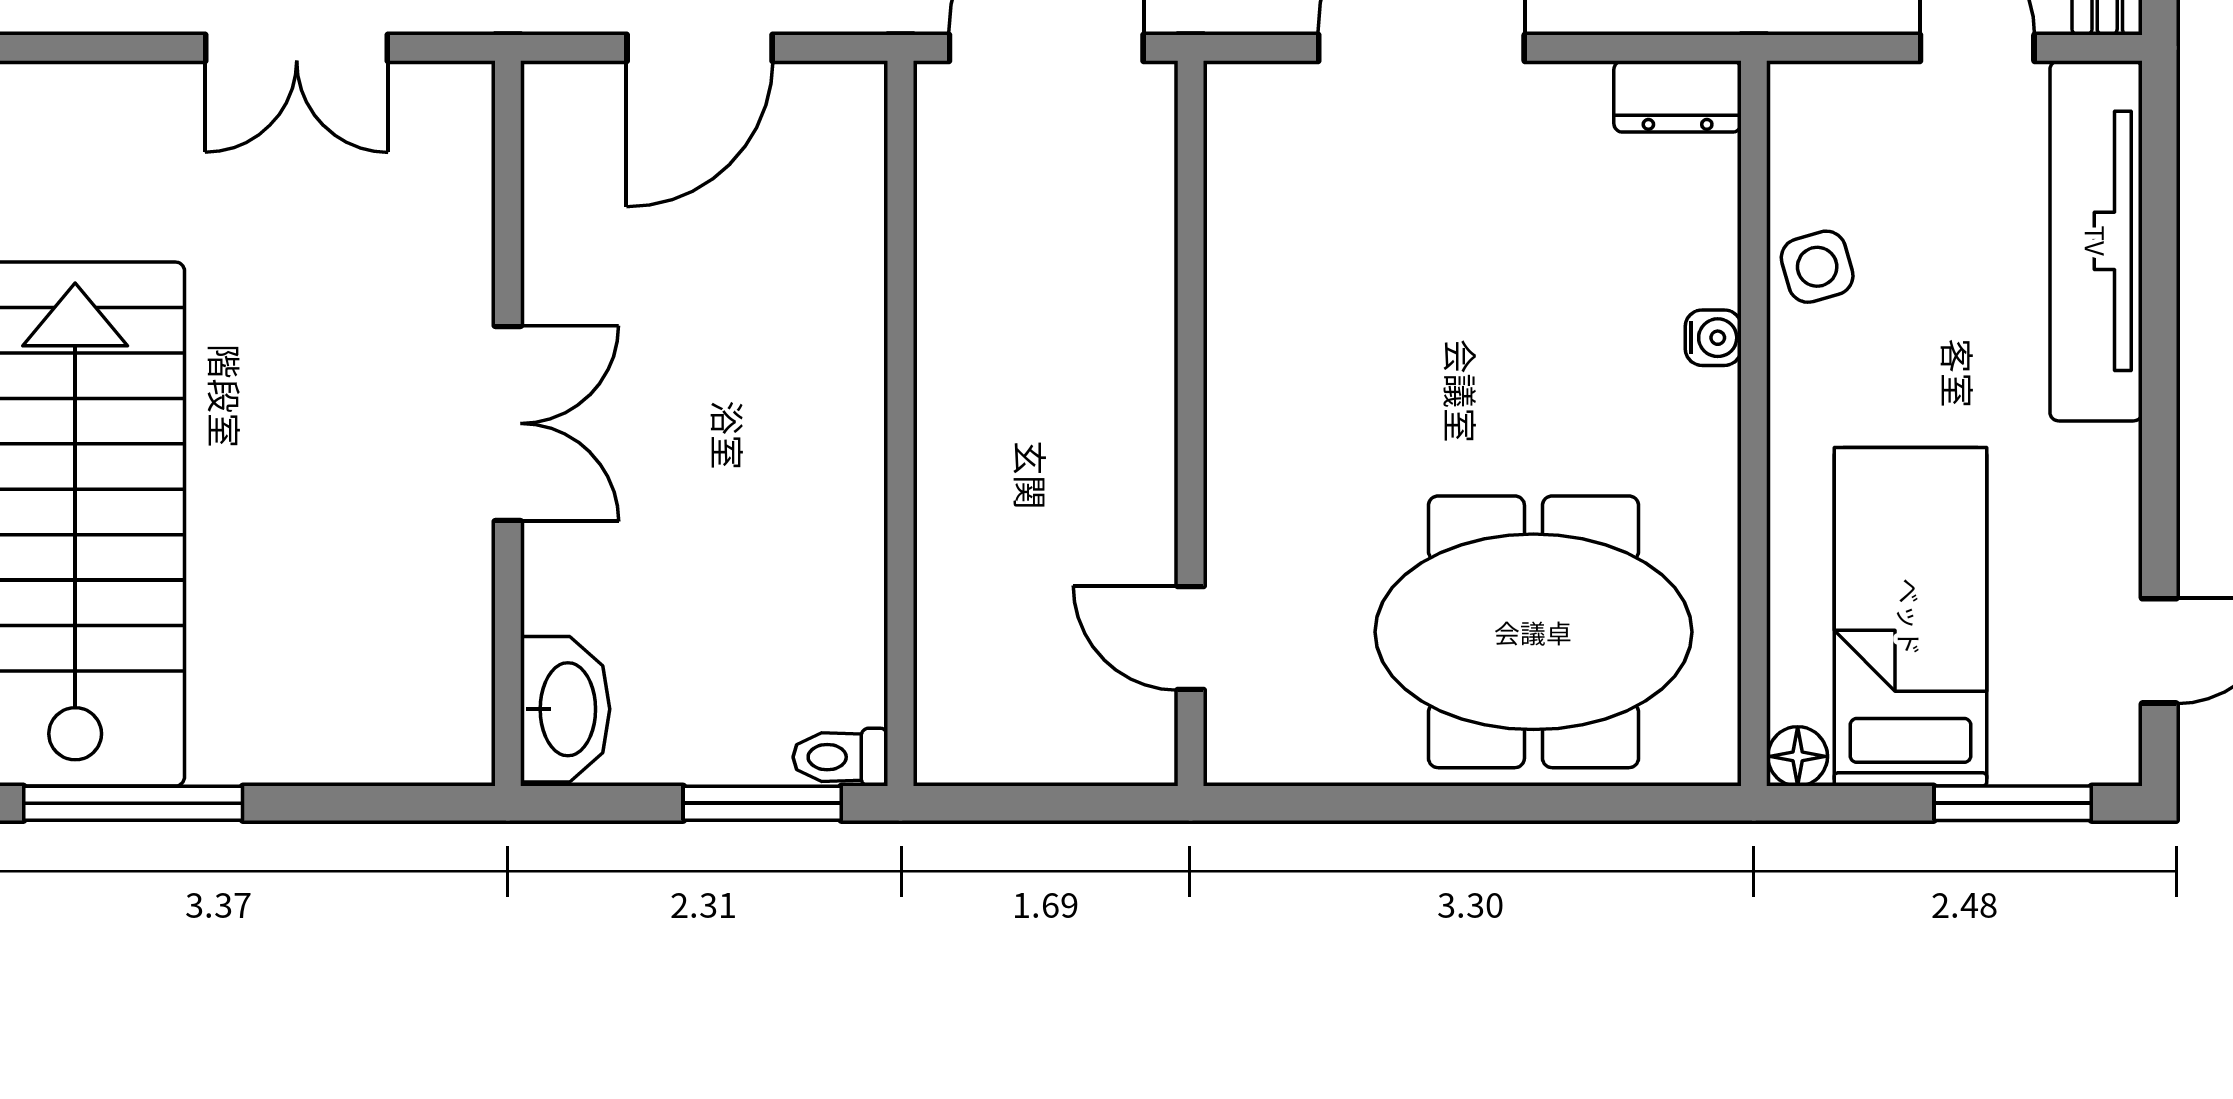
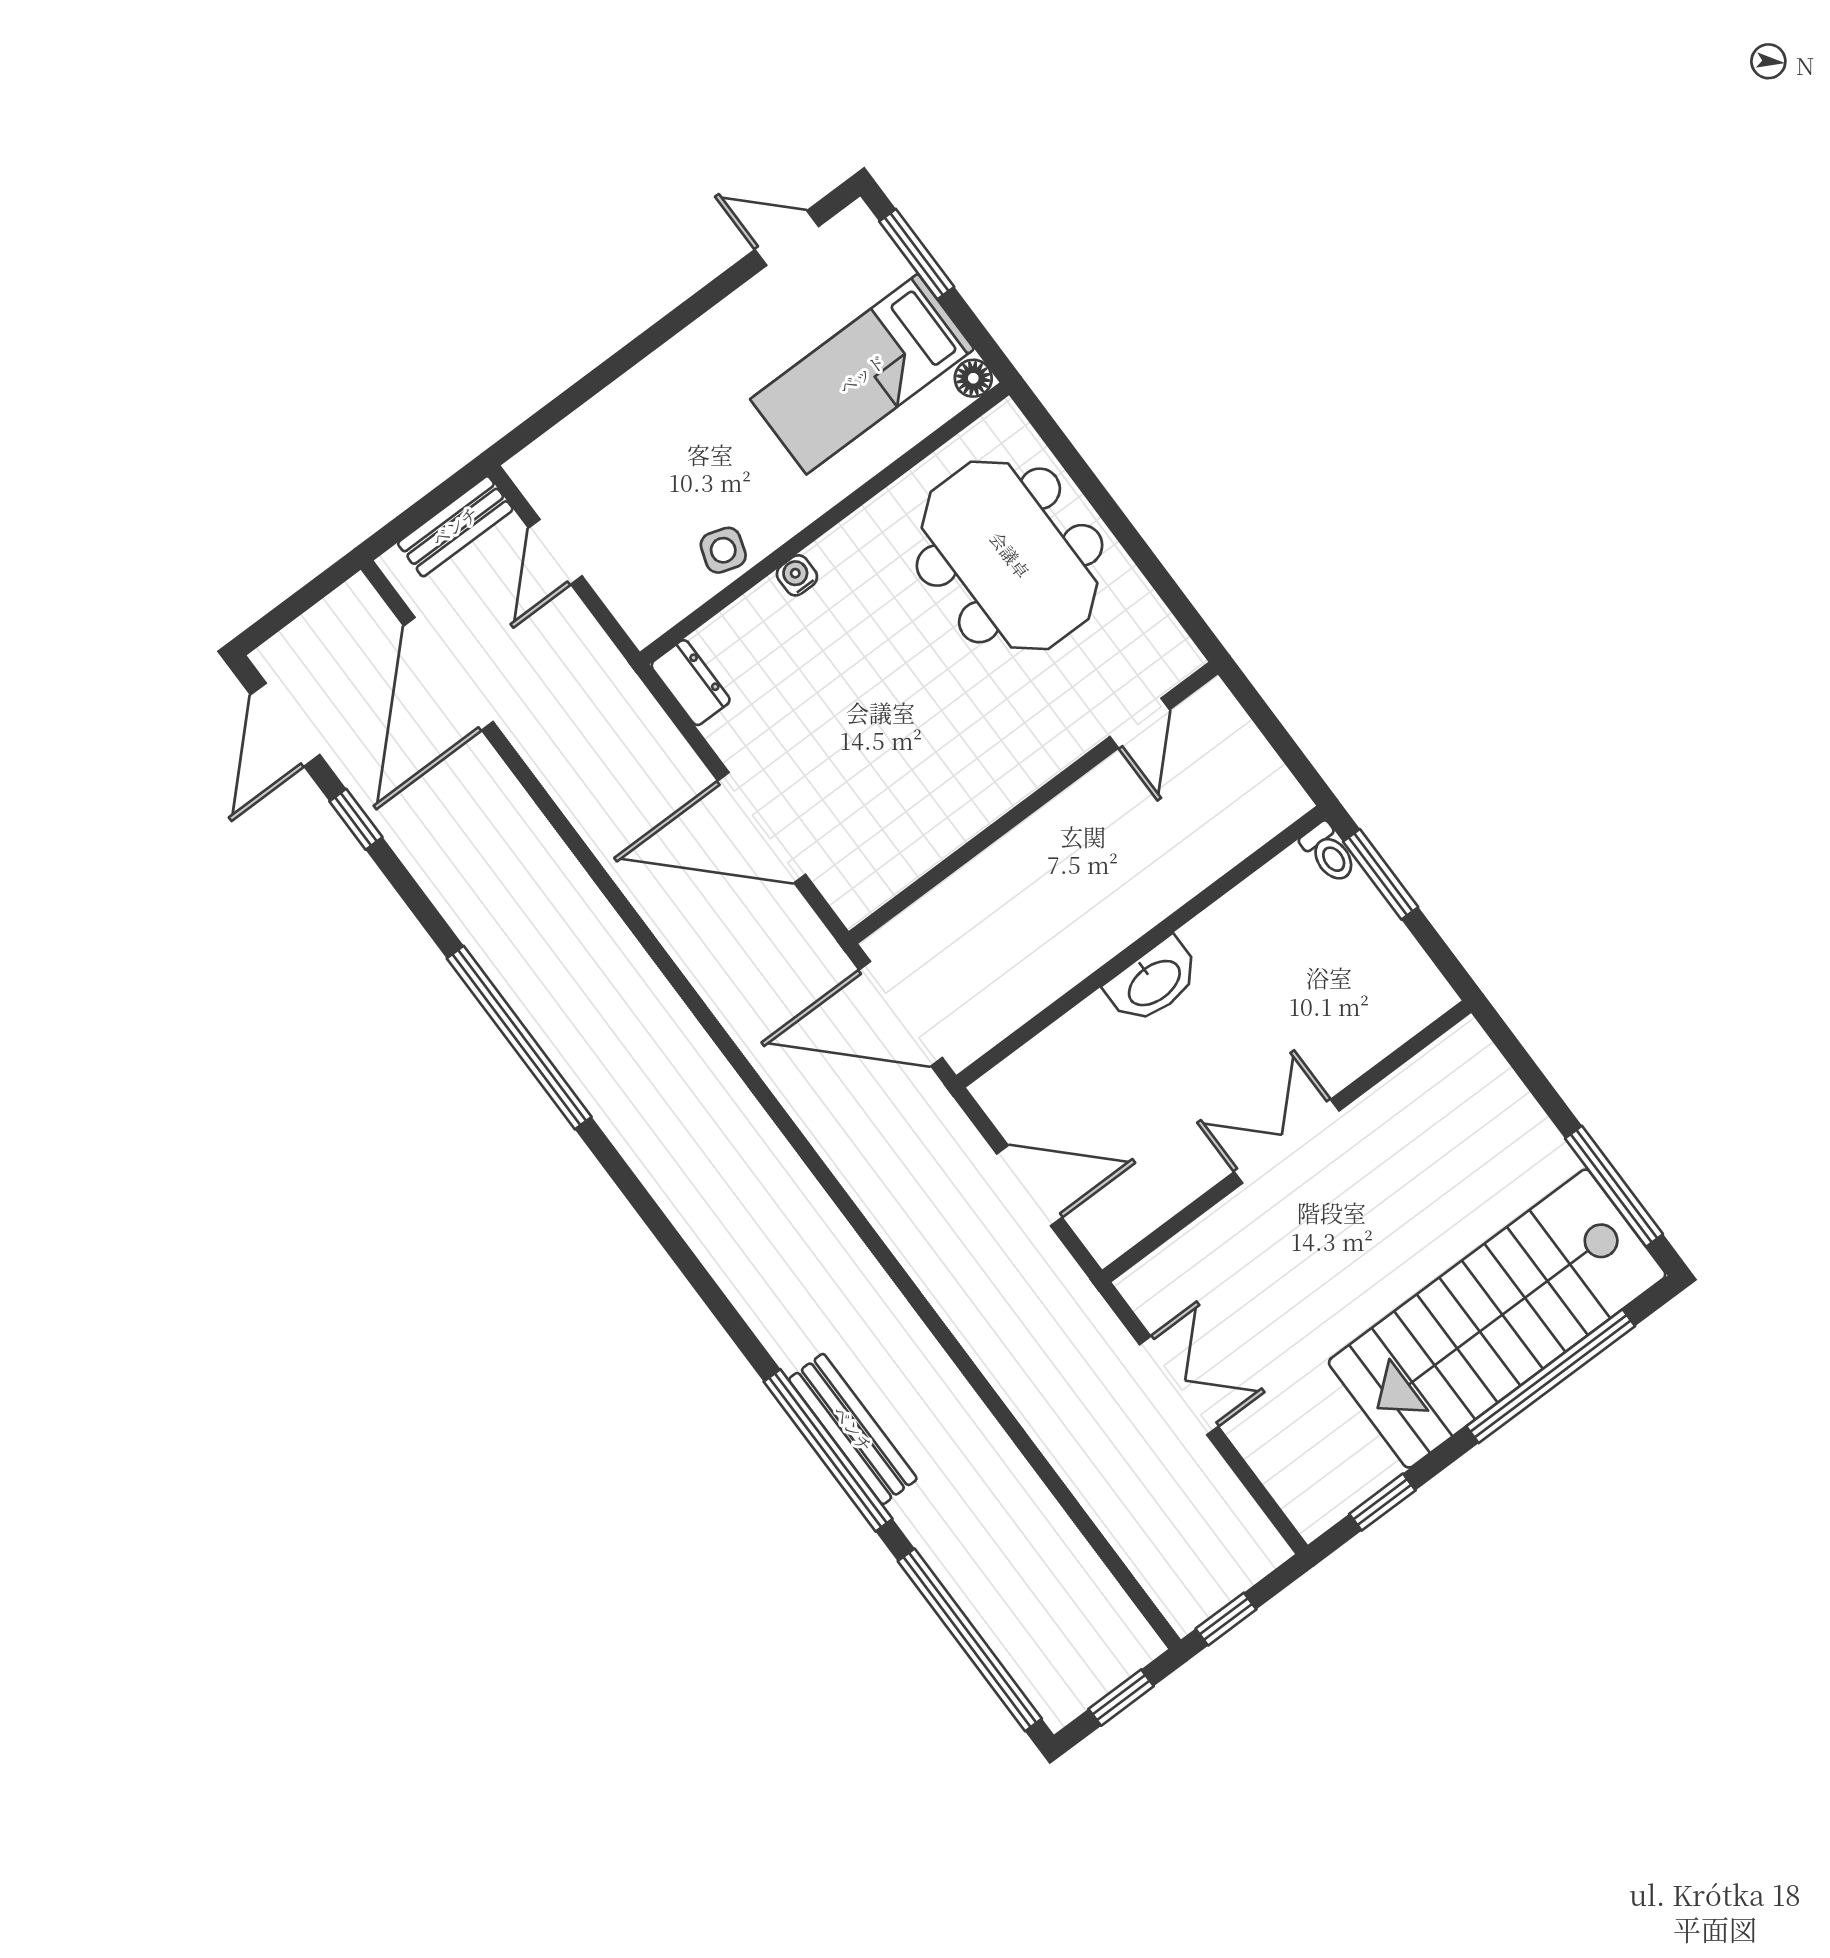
tv unit: (2096, 241) -> (607, 421), removed
side table: (1817, 267) -> (723, 550), turned 34
washbasin: (565, 709) -> (1153, 982), moved, turned 180

